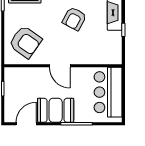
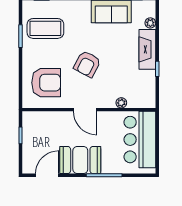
armchair: (74, 19) -> (87, 64), moved
armchair: (25, 42) -> (46, 83), turned -35
plant: (92, 60) -> (121, 103), added

